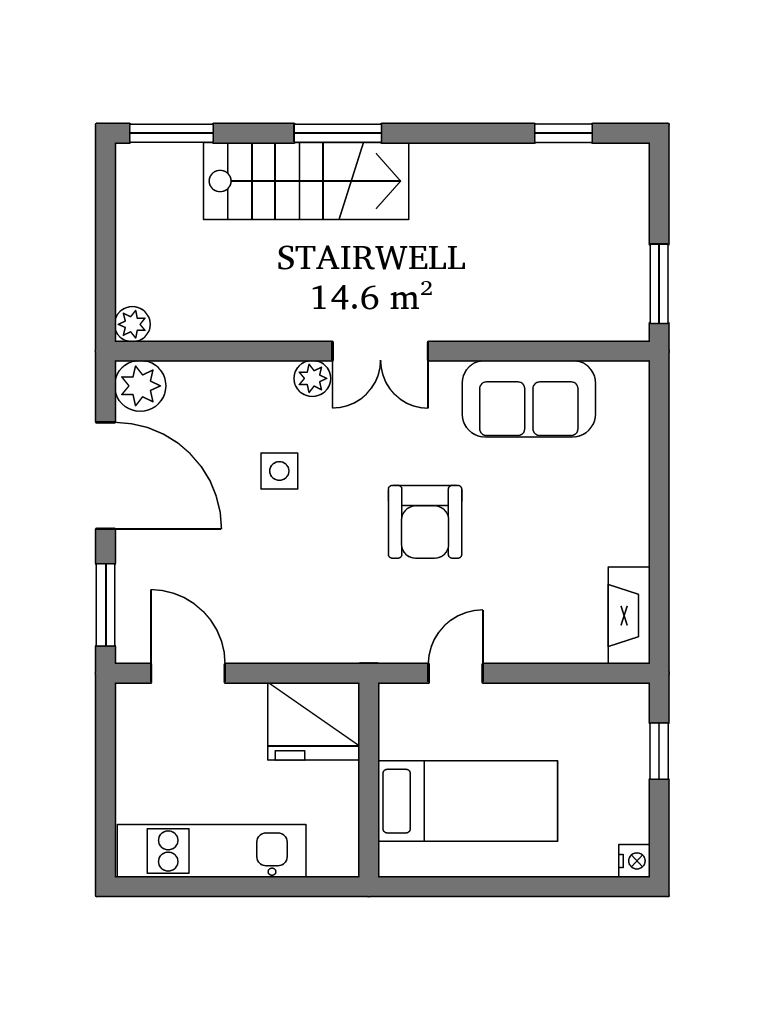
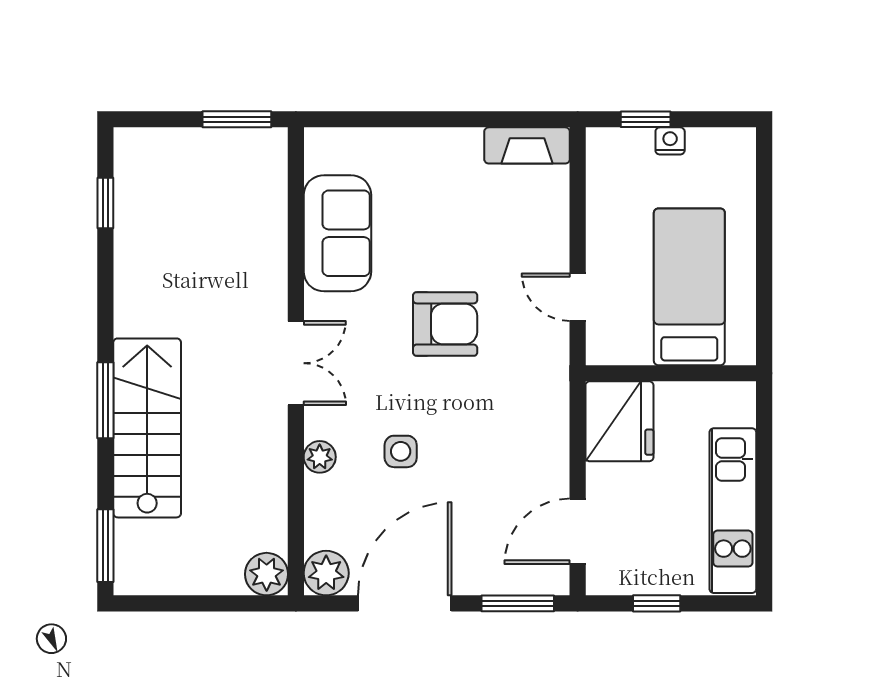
plant: (132, 324) -> (267, 574), width x1.38, depth x1.38
plant: (312, 378) -> (320, 457), moved
window: (106, 764) -> (657, 603), added
nightstand: (634, 861) -> (670, 141), moved

